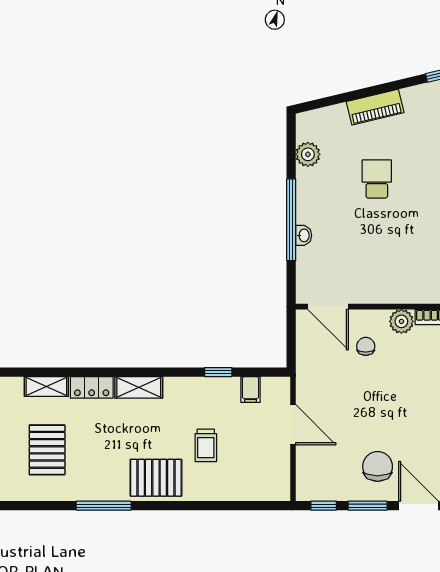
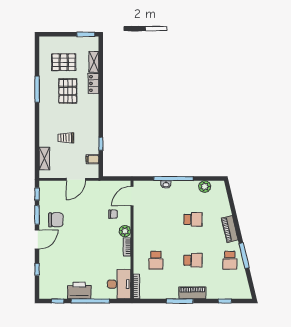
piano: (375, 107) -> (230, 229), moved
shelving: (139, 387) -> (44, 159), moved
pallet: (156, 478) -> (68, 91), moved

